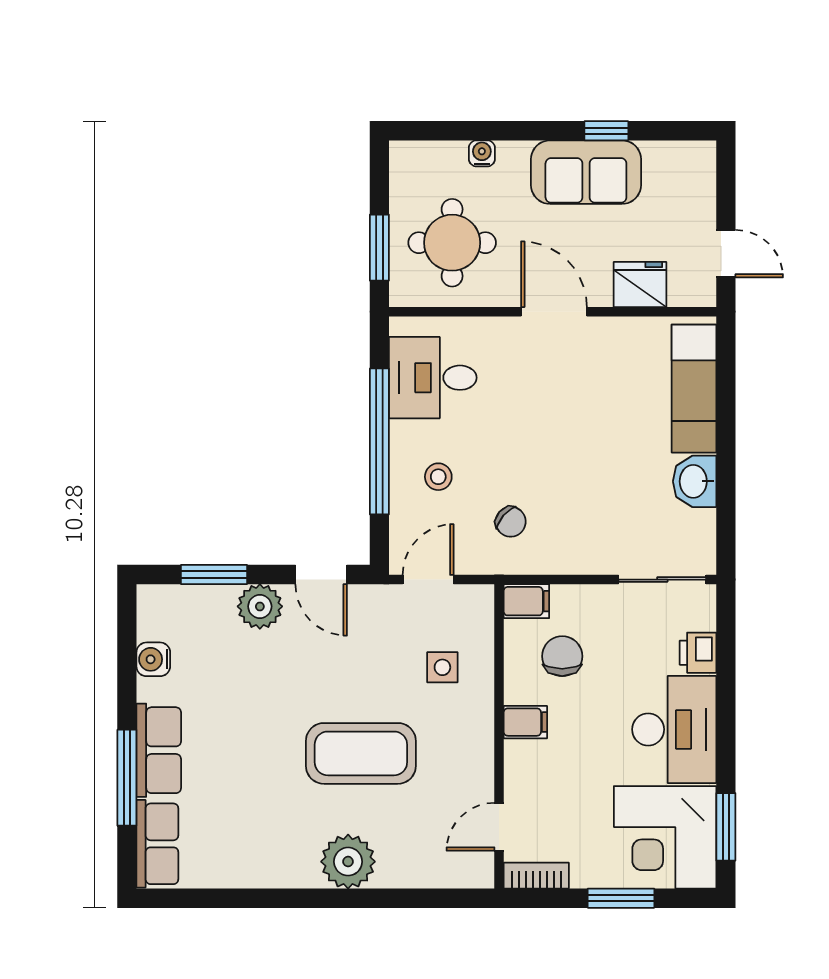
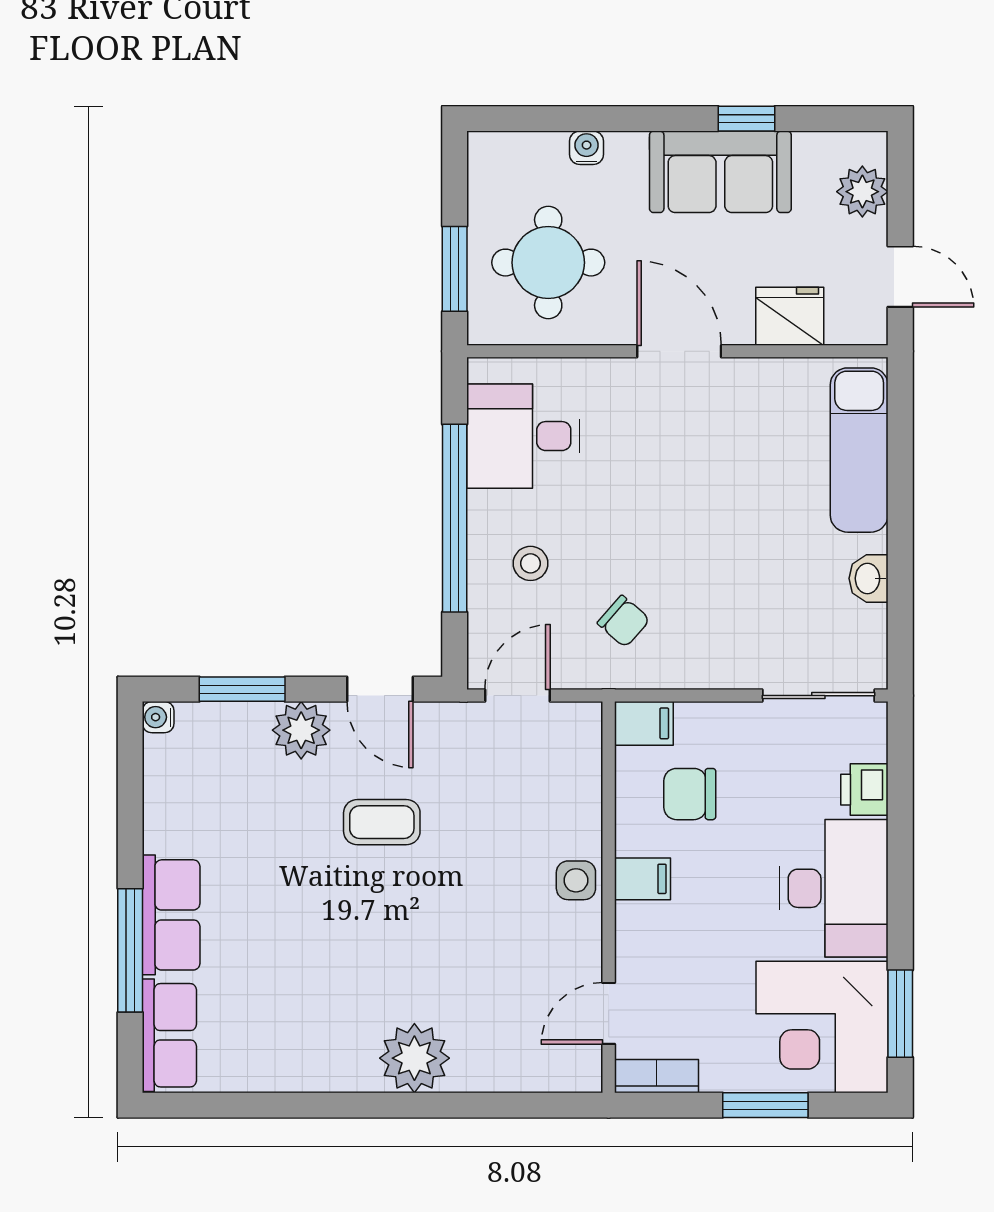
plant: (696, 187) -> (862, 192), added
washbasin: (695, 481) -> (869, 578), width x0.72, depth x0.69
chair: (562, 656) -> (690, 794), turned -90
water cooler: (153, 659) -> (158, 717), moved, width x0.72, depth x0.72
side table: (442, 667) -> (576, 880), moved
coffee table: (361, 753) -> (382, 822), moved, width x0.54, depth x0.58

